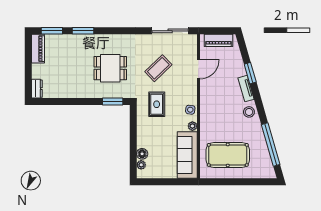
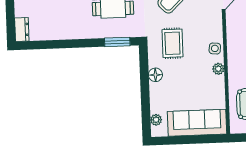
floor lamp: (142, 154) -> (155, 75), moved
sofa: (187, 155) -> (197, 123), moved, turned 90

